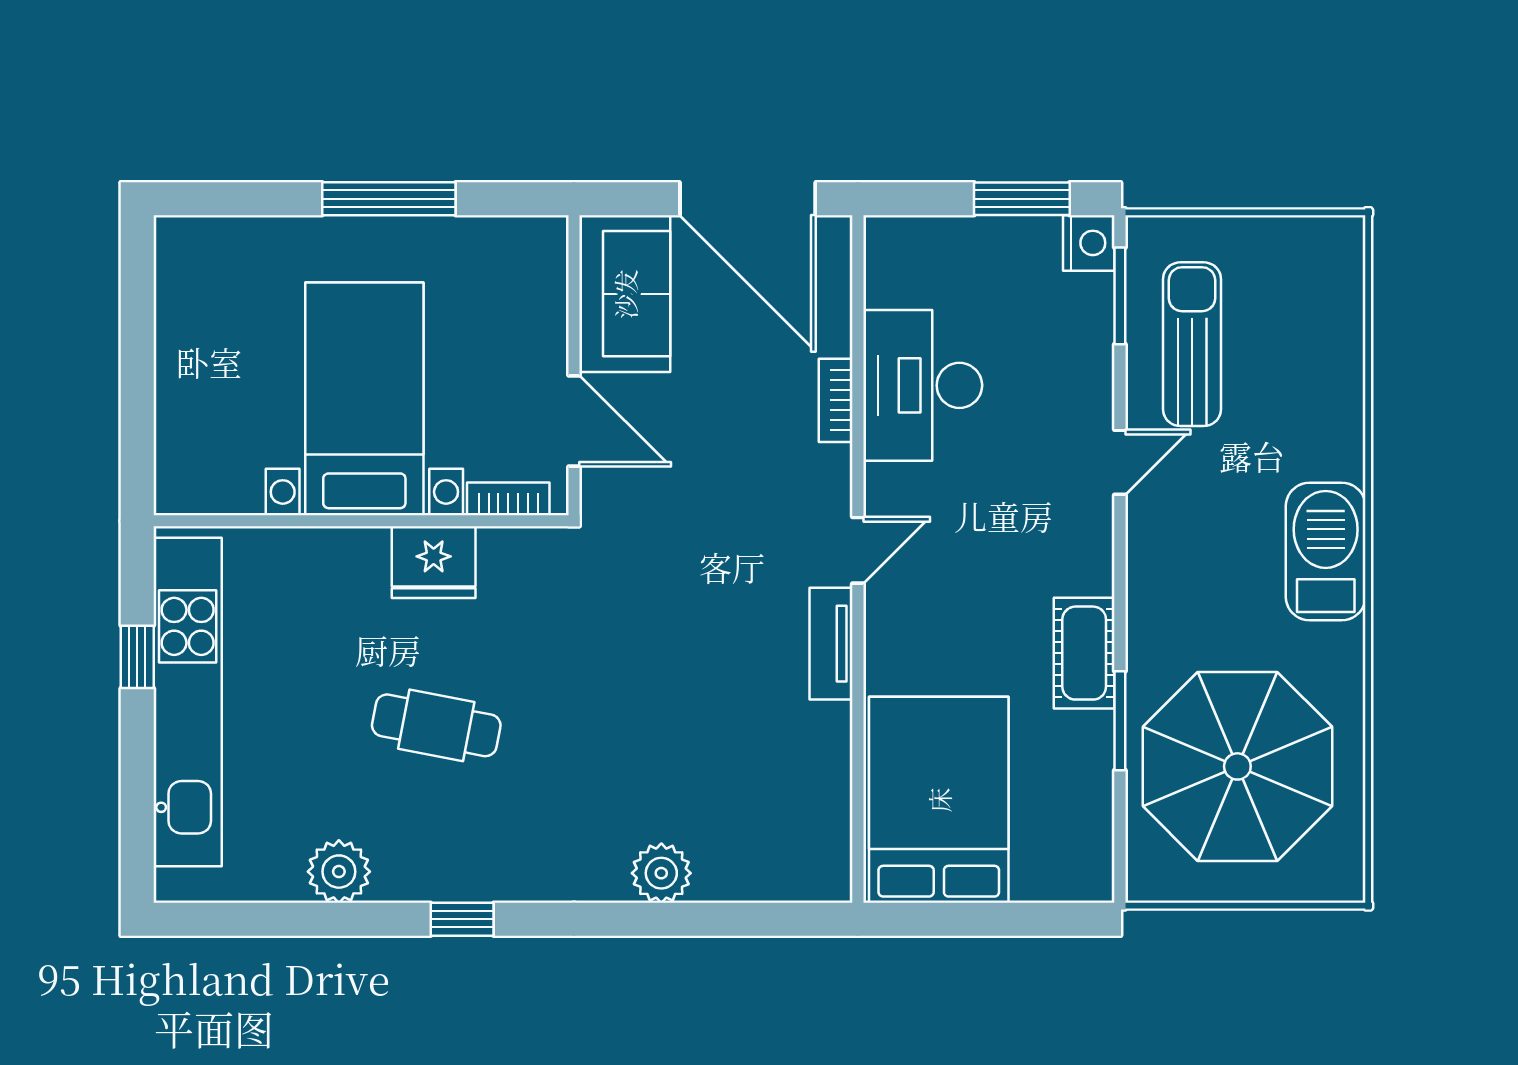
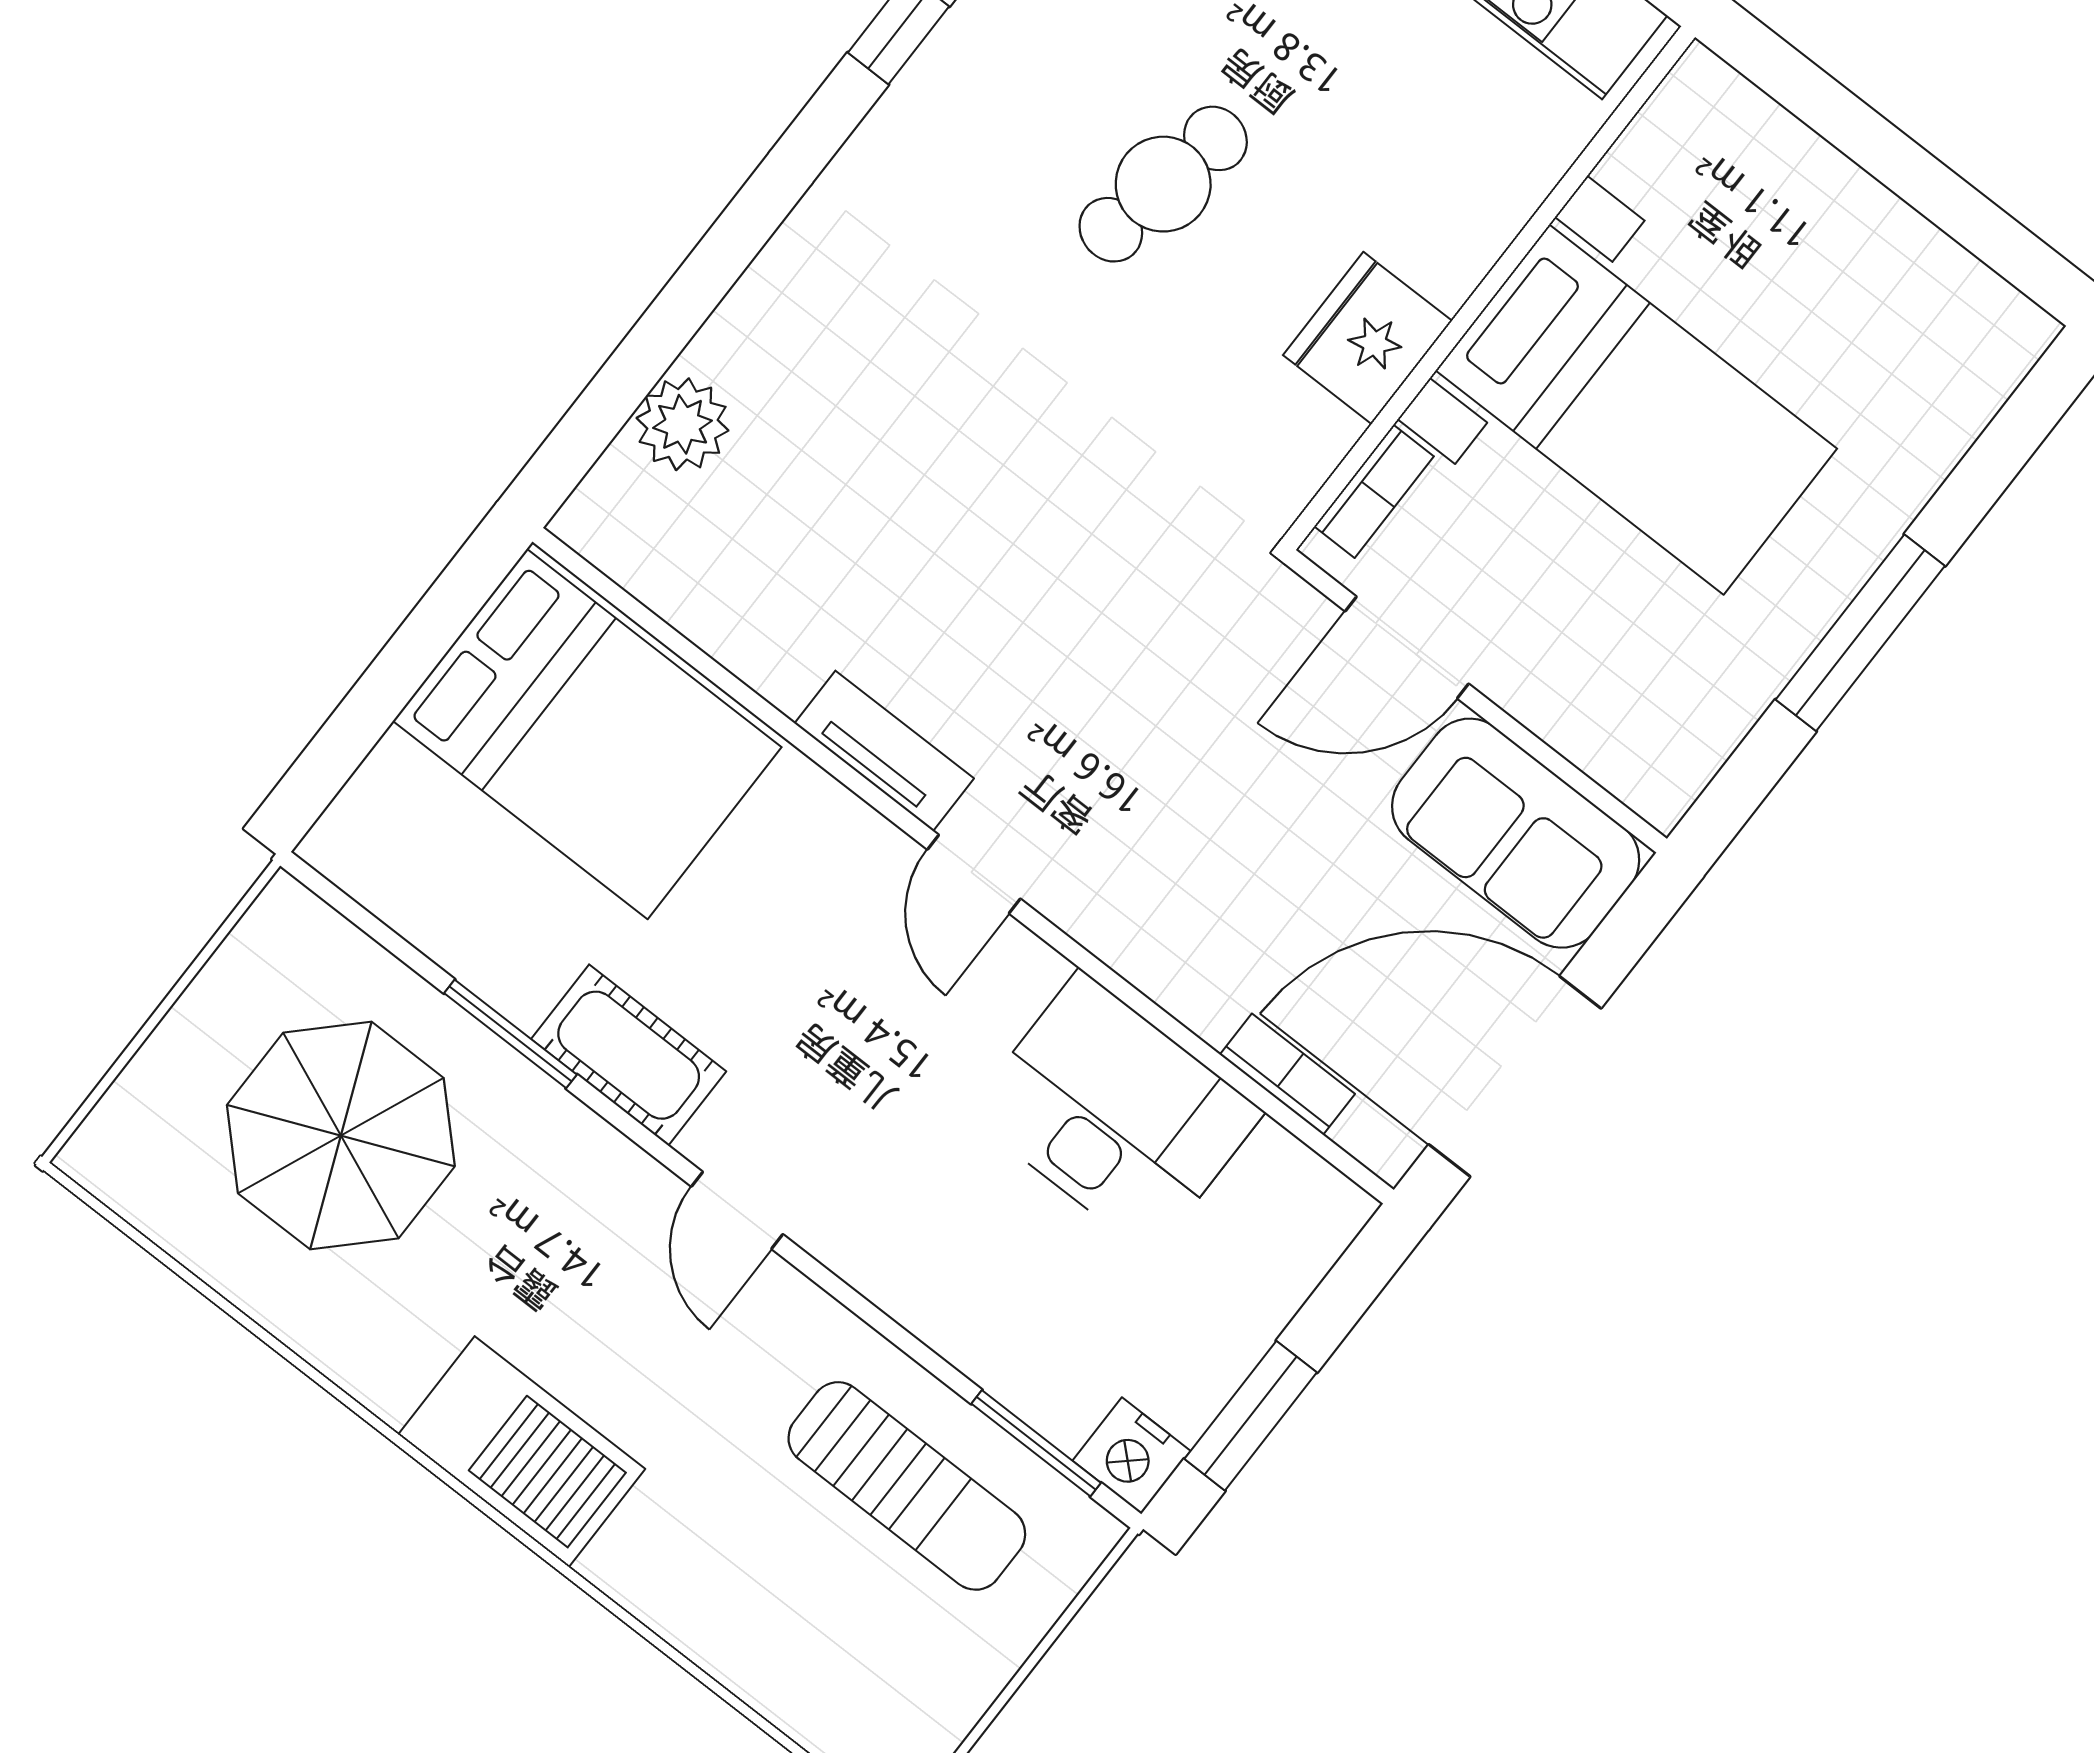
bookcase: (836, 400) -> (1287, 1074), moved
door: (1120, 462) -> (737, 1210), moved
parasol: (1237, 766) -> (341, 1136), width x0.73, depth x0.73
plant: (661, 873) -> (683, 424), moved

